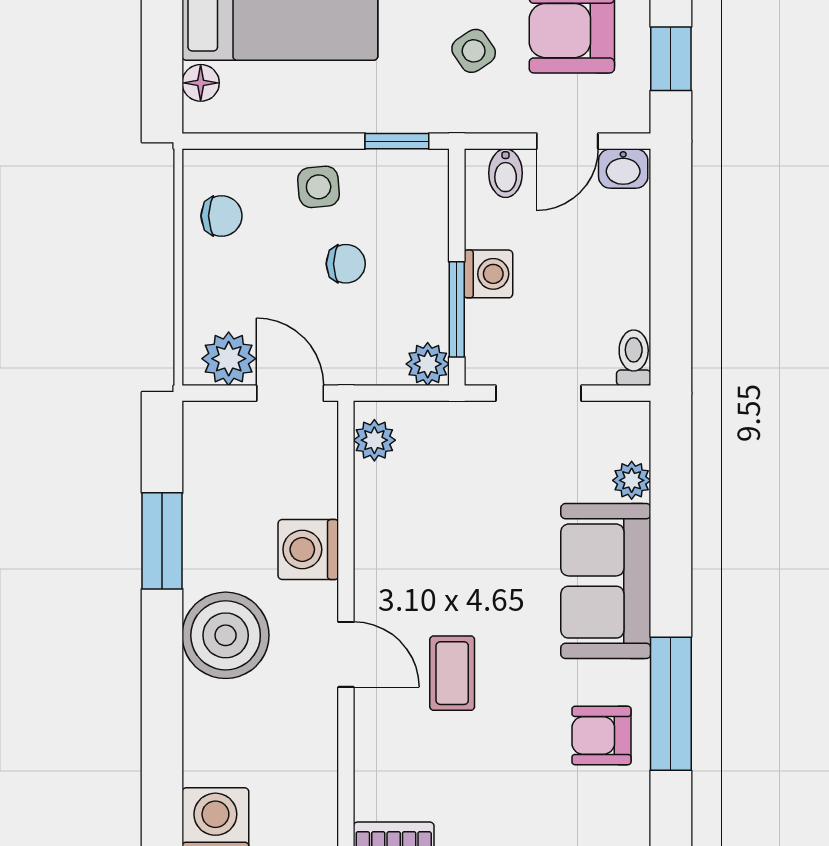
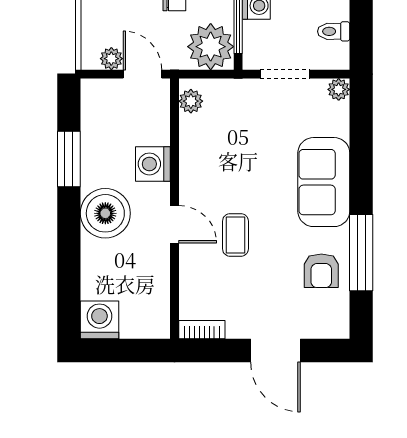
toilet: (634, 358) -> (334, 31), moved, turned -90
plant: (229, 359) -> (111, 59), width x0.73, depth x0.73
plant: (428, 364) -> (211, 47), width x1.87, depth x1.87
plant: (632, 480) -> (339, 89), moved
armchair: (601, 735) -> (321, 271), turned -90

